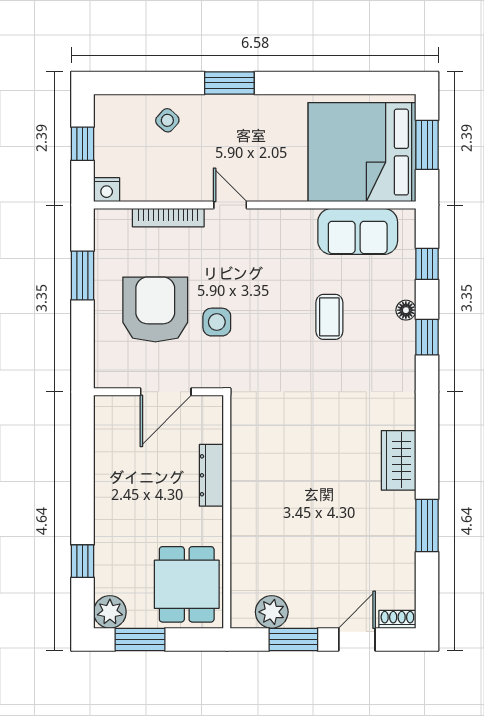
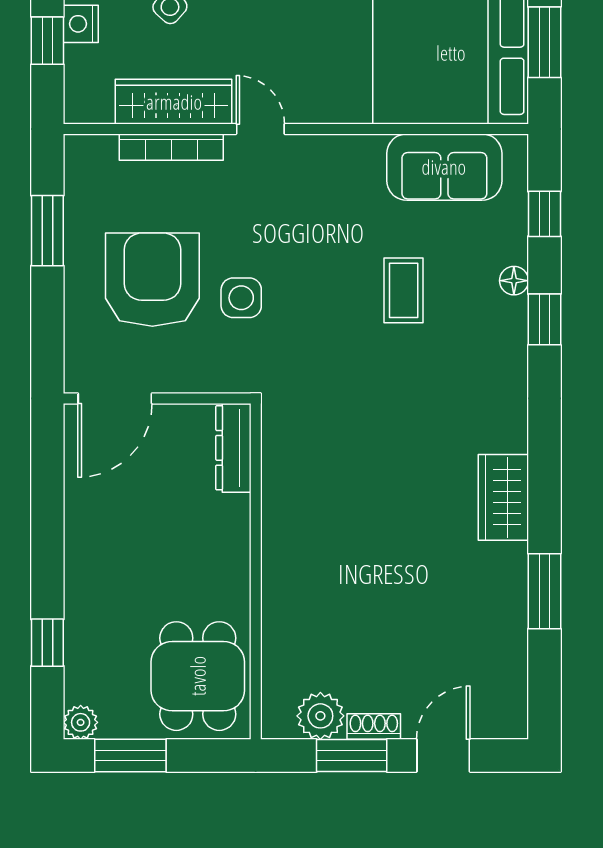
wardrobe: (170, 186) -> (174, 102), added
nightstand: (107, 190) -> (81, 24), moved, turned 90
door: (166, 392) -> (115, 398), moved
dresser: (211, 475) -> (233, 448), moved
plant: (110, 612) -> (81, 722), width x0.73, depth x0.73
shoe rack: (397, 619) -> (374, 727), moved

